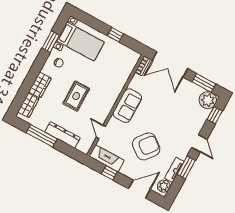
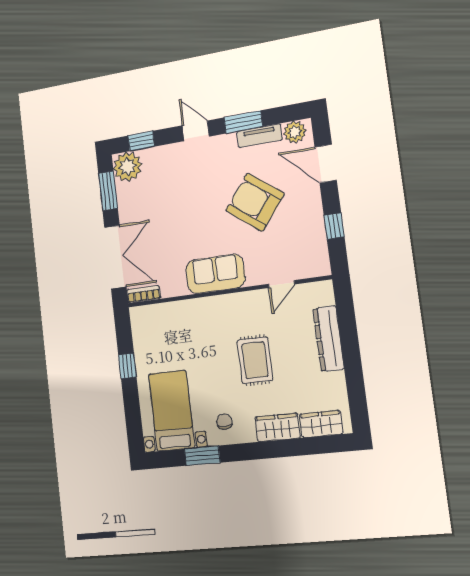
rug: (76, 96) -> (255, 360), turned 90
window: (42, 136) -> (353, 370), removed
door: (199, 143) -> (196, 131), hinge flipped
fireplace: (107, 158) -> (315, 246), removed

